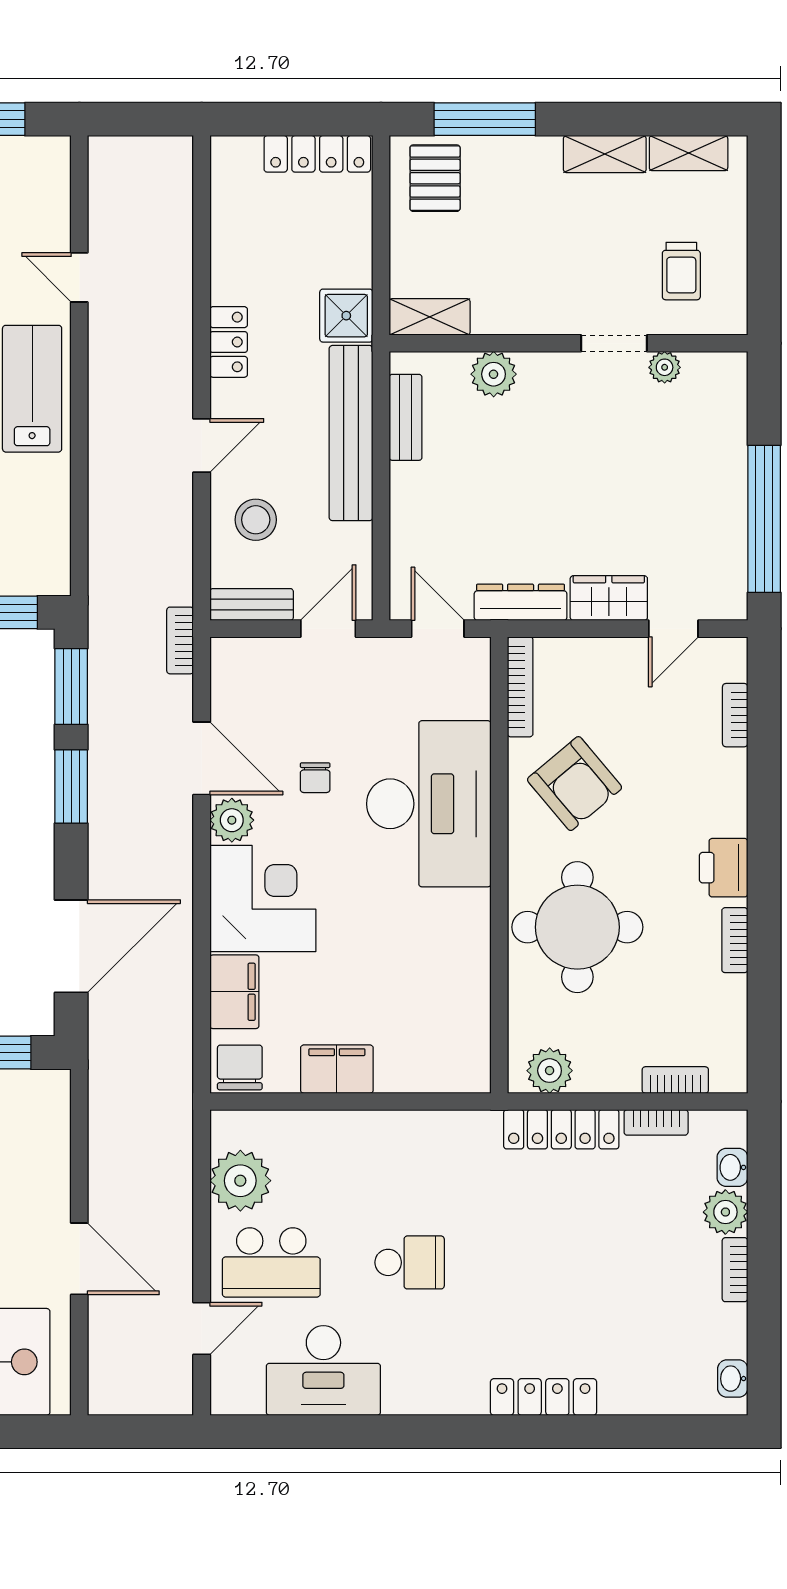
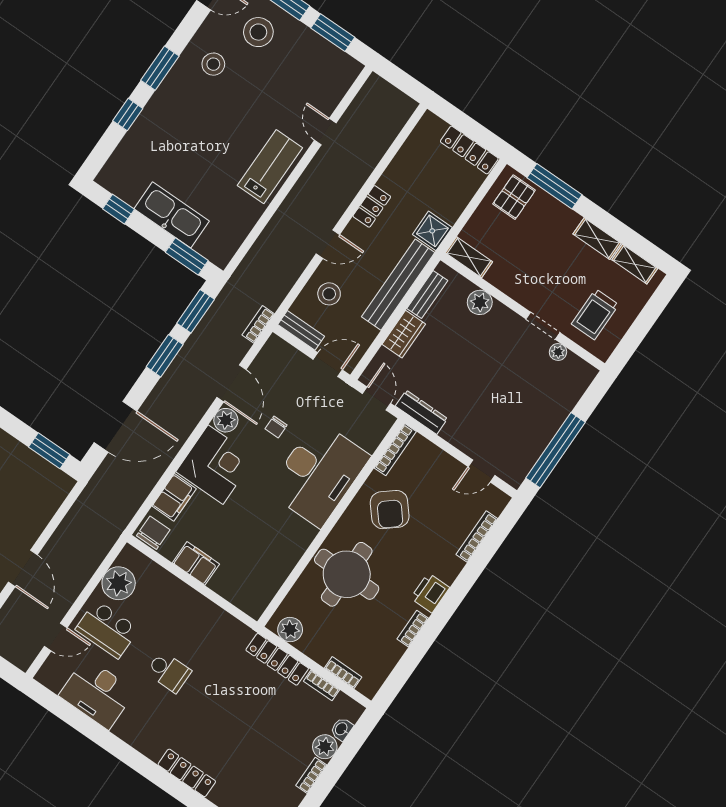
trolley: (681, 271) -> (595, 314), width x1.36, depth x1.39
wardrobe: (609, 598) -> (404, 334), moved, turned 90
bookcase: (735, 715) -> (477, 536), width x1.56

